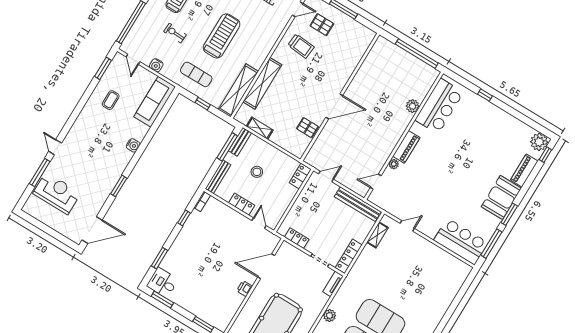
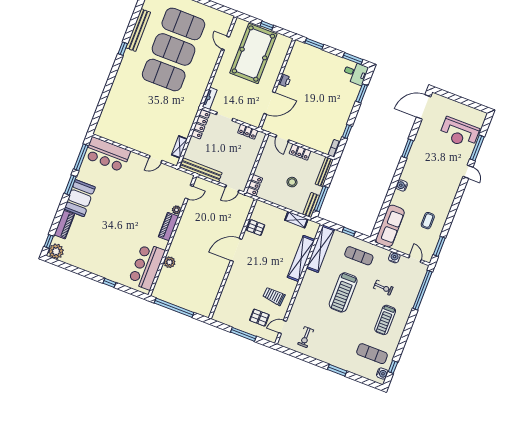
plant: (330, 316) -> (208, 71), removed

